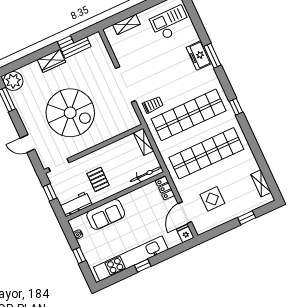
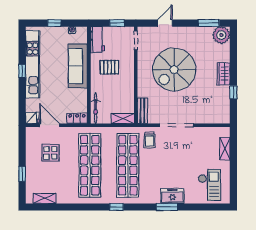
bench: (76, 48) -> (142, 111), moved
sofa: (106, 214) -> (78, 66), width x1.36

